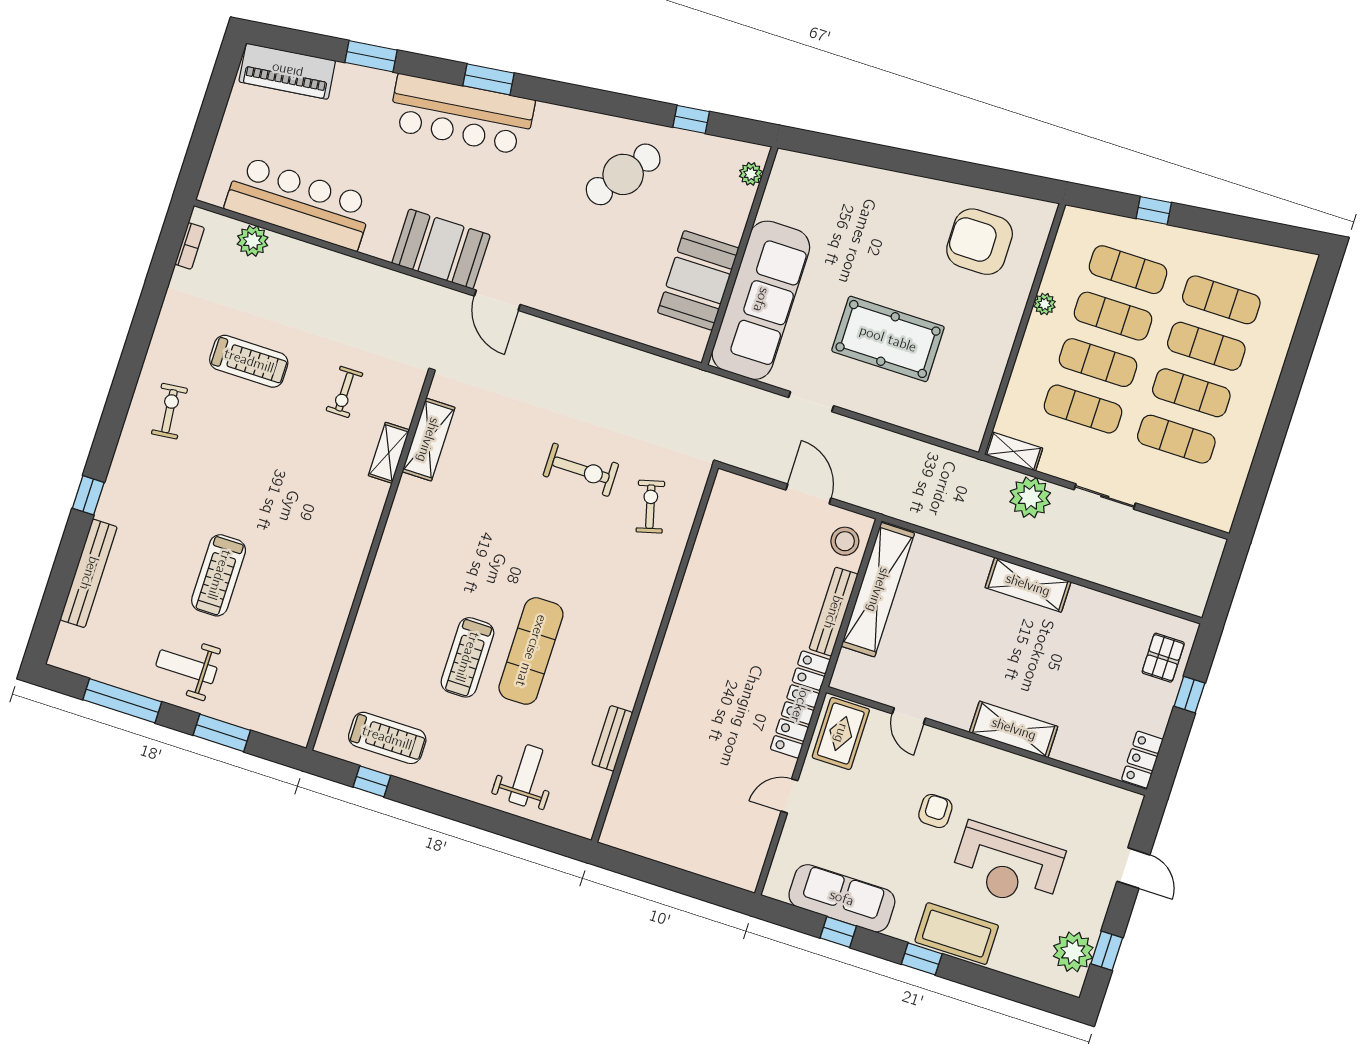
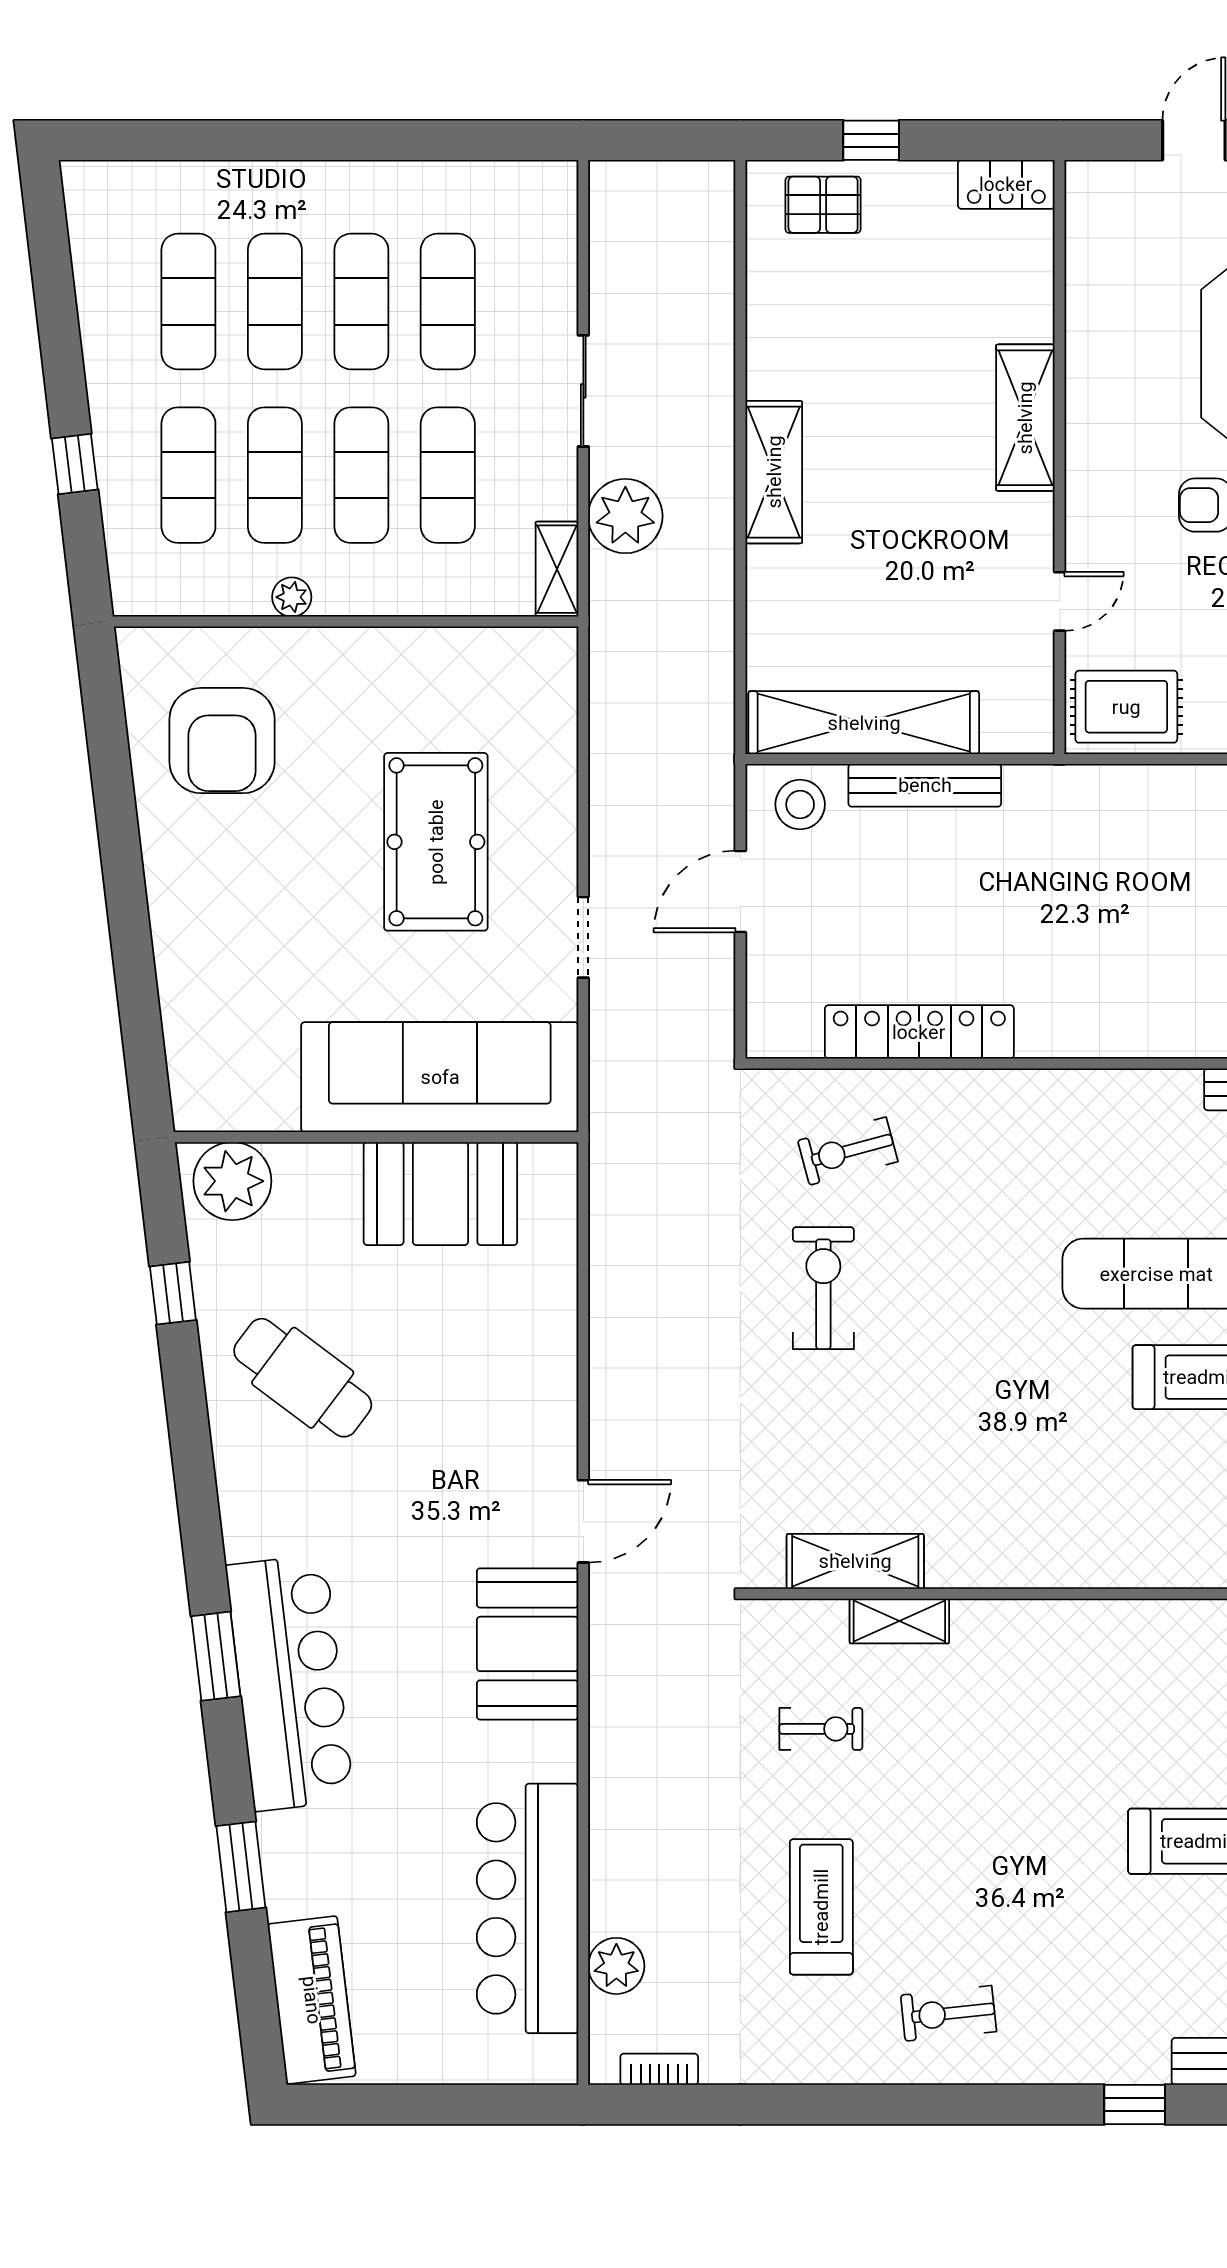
plant: (751, 174) -> (232, 1181), width x1.88, depth x1.88
locker: (800, 705) -> (919, 1032), moved, turned 180

